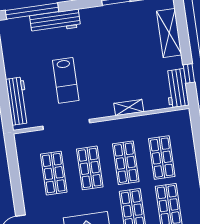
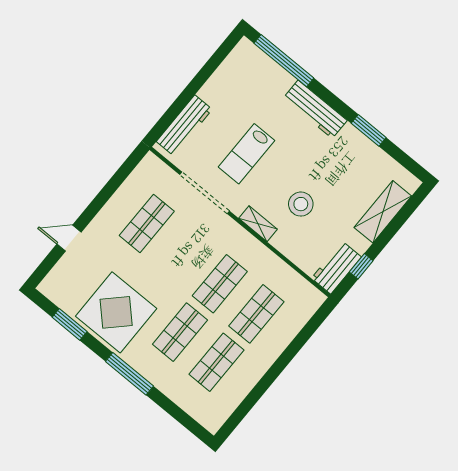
workbench: (55, 21) -> (315, 109), moved
stool: (122, 76) -> (301, 204), added
shelving: (129, 108) -> (258, 224), moved
shop shelf: (90, 168) -> (183, 254), removed

